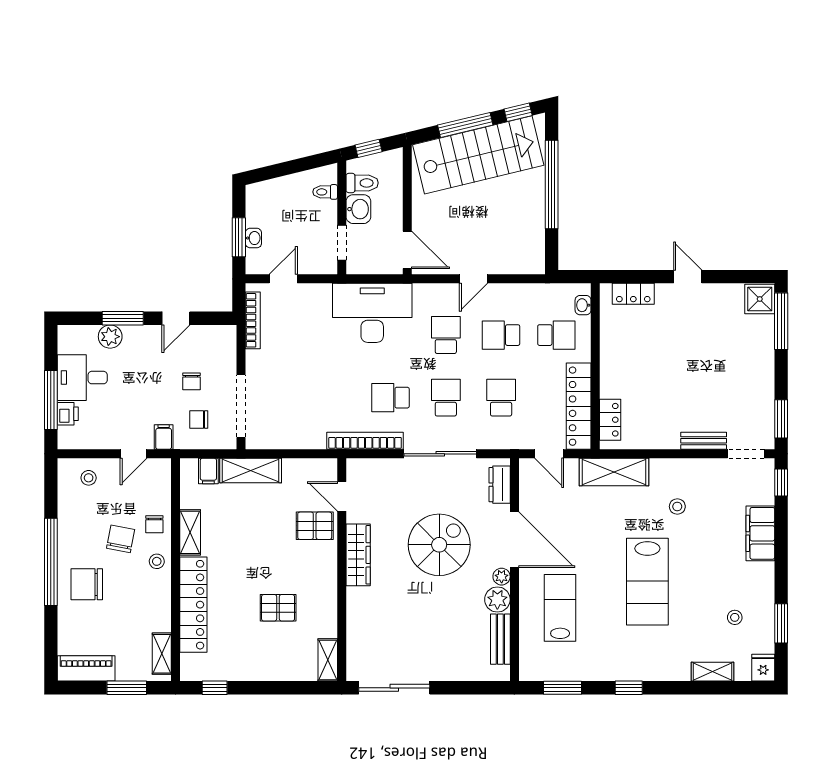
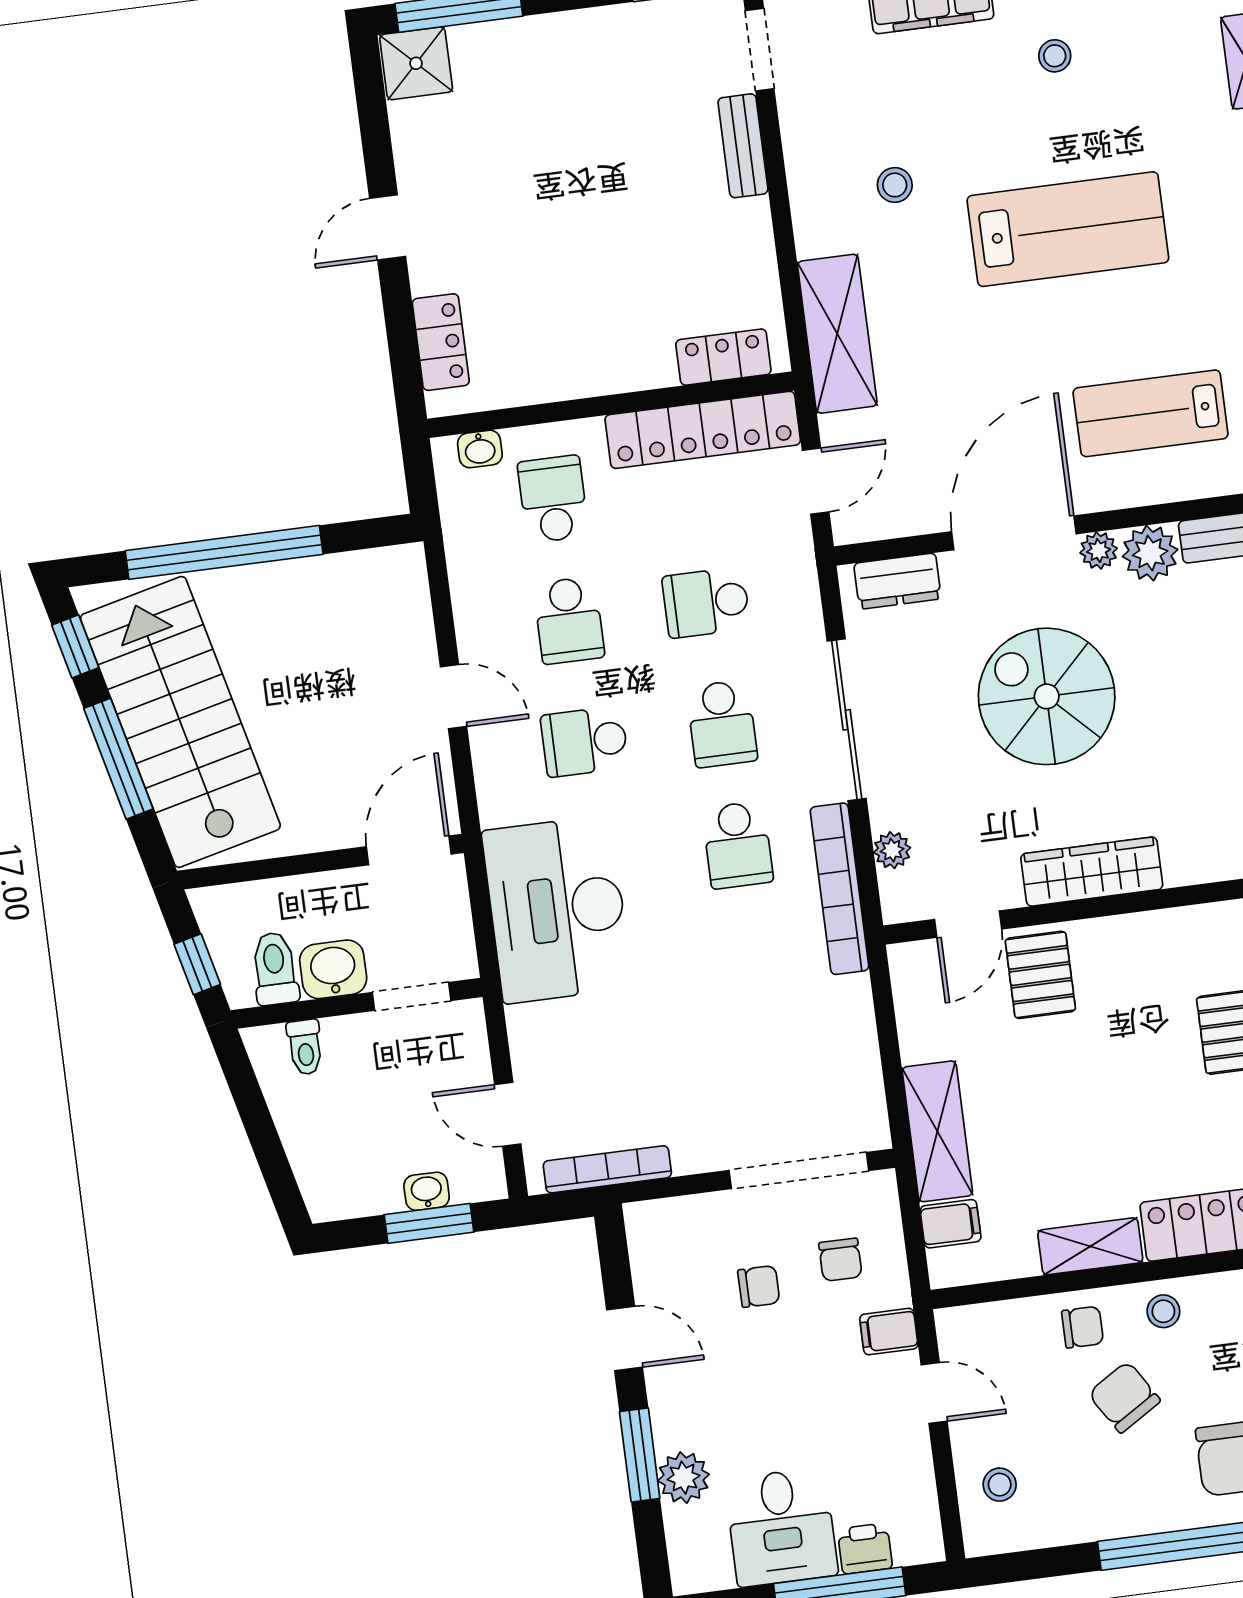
school desk: (446, 398) -> (722, 724), turned -90
plant: (379, 467) -> (892, 850), added
chair: (121, 539) -> (1124, 1397), turned 47
stool: (735, 617) -> (1055, 56), moved

